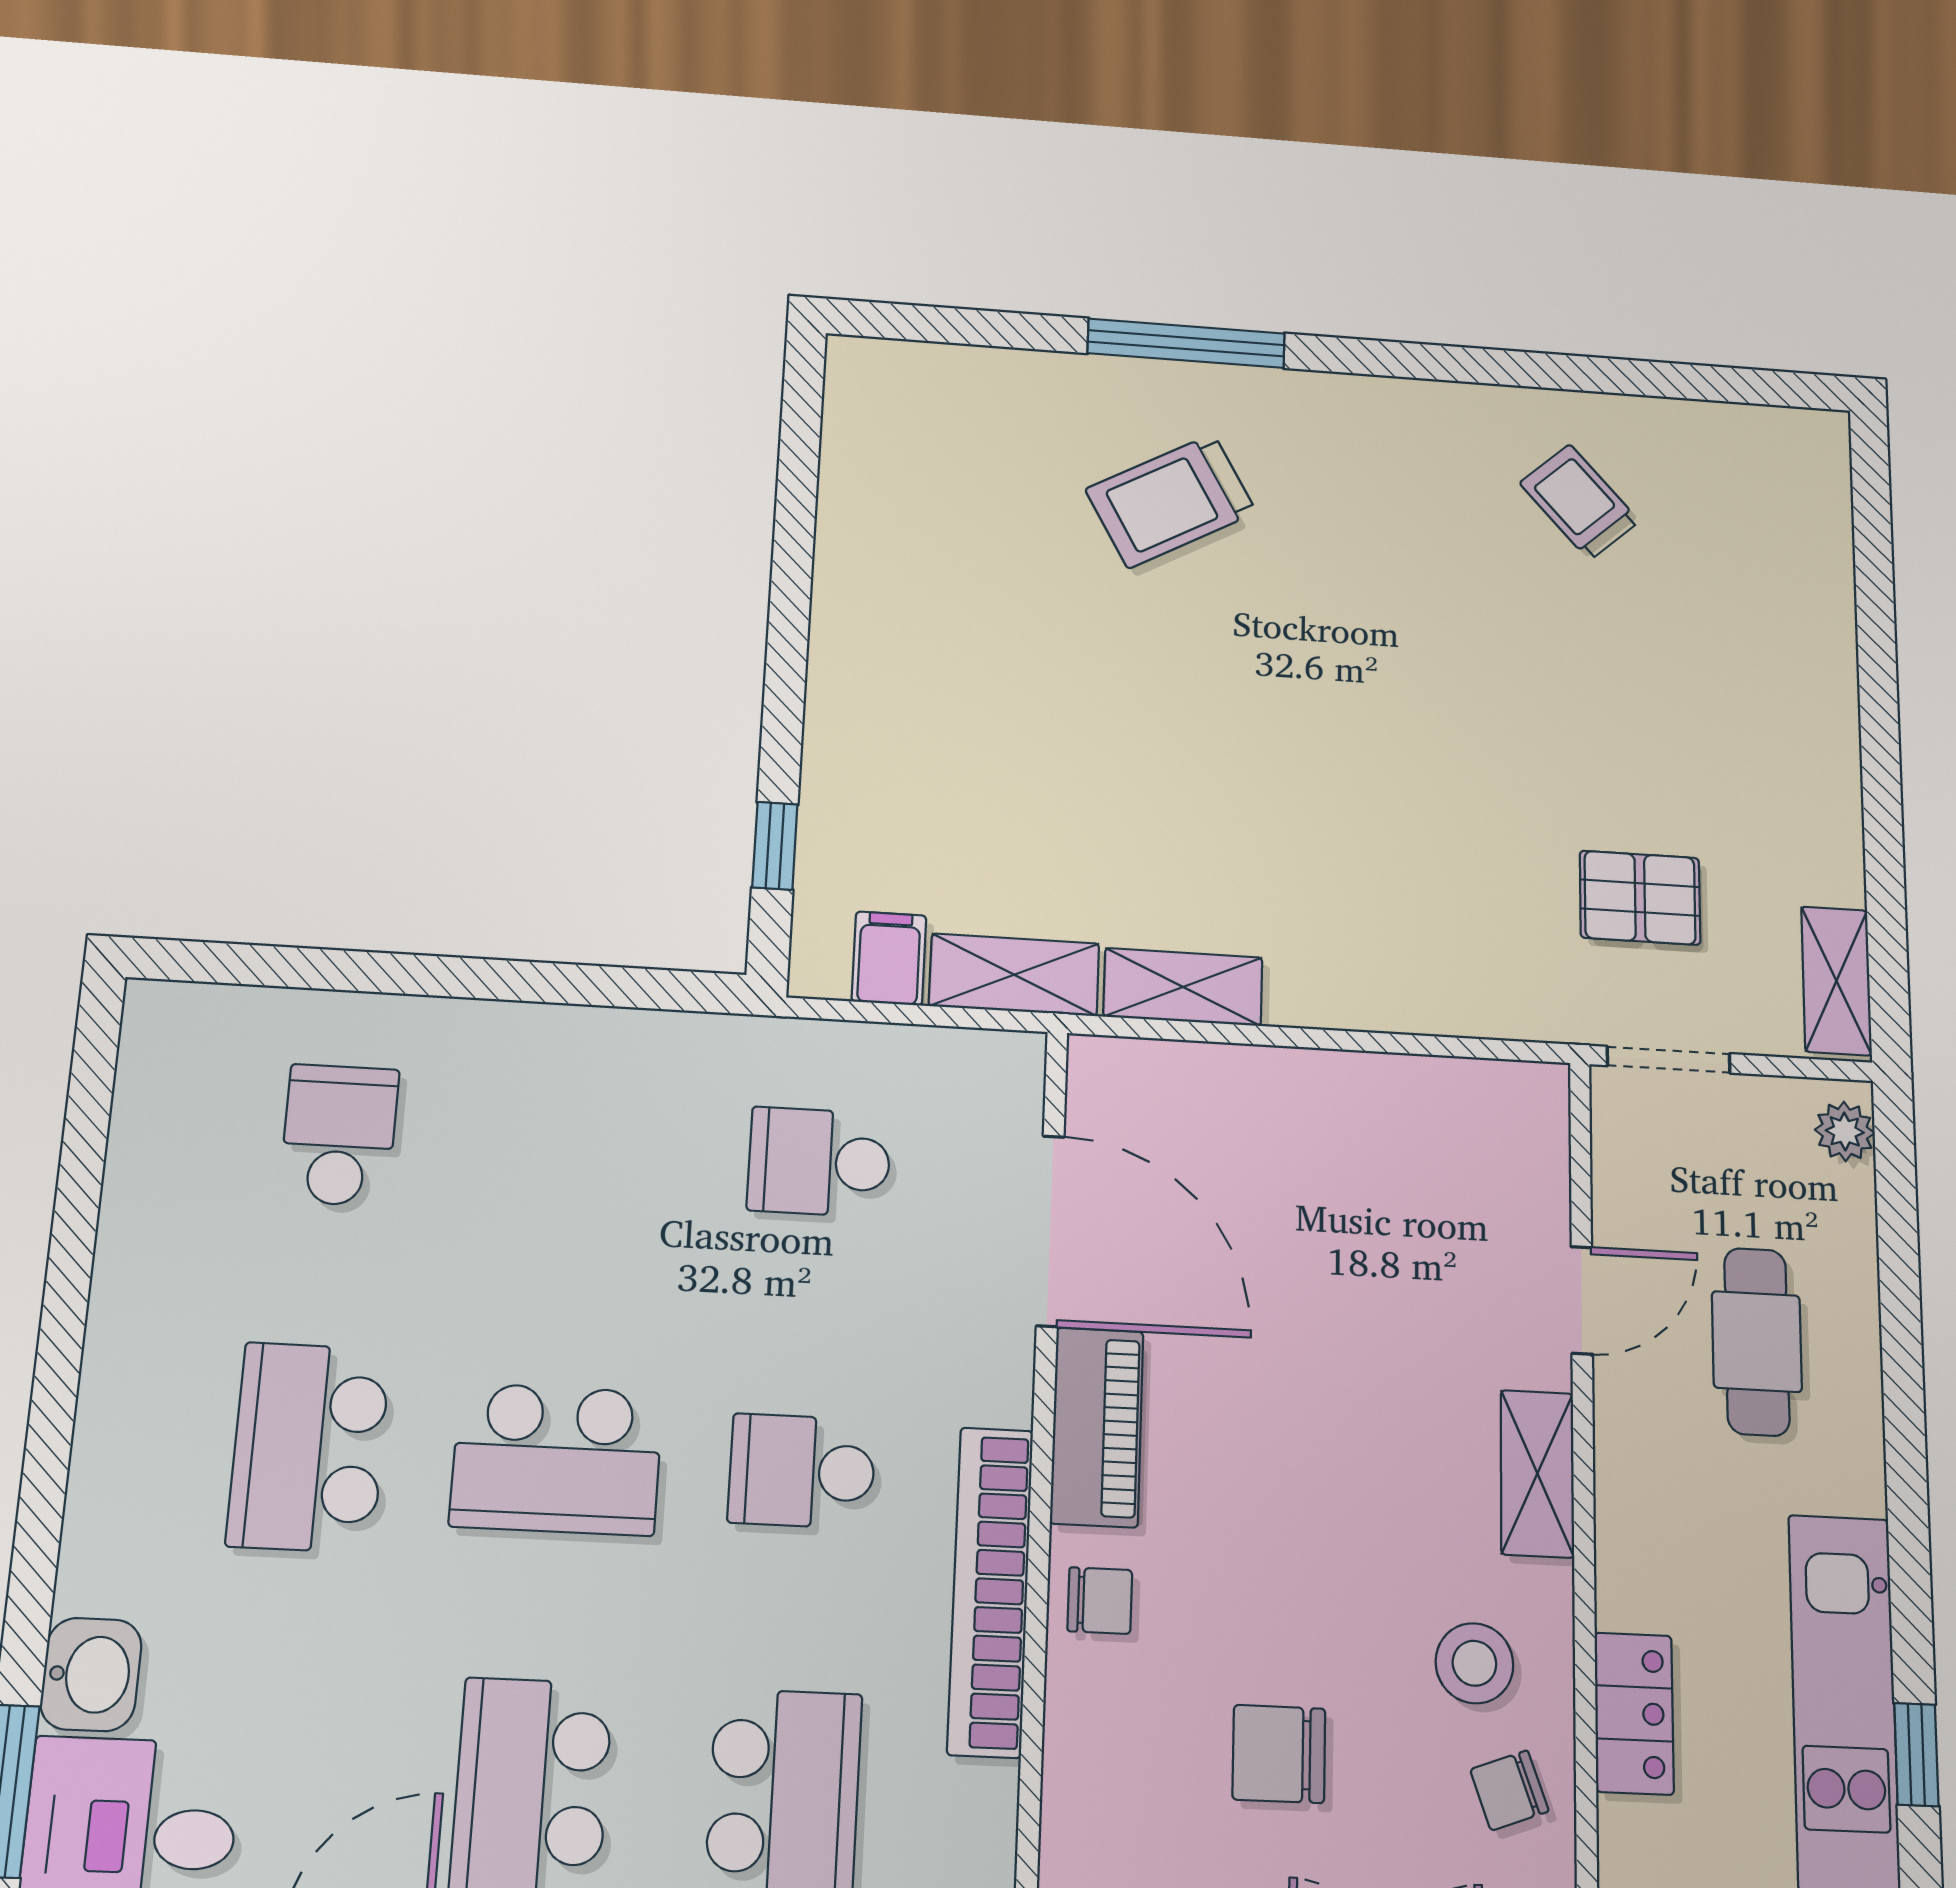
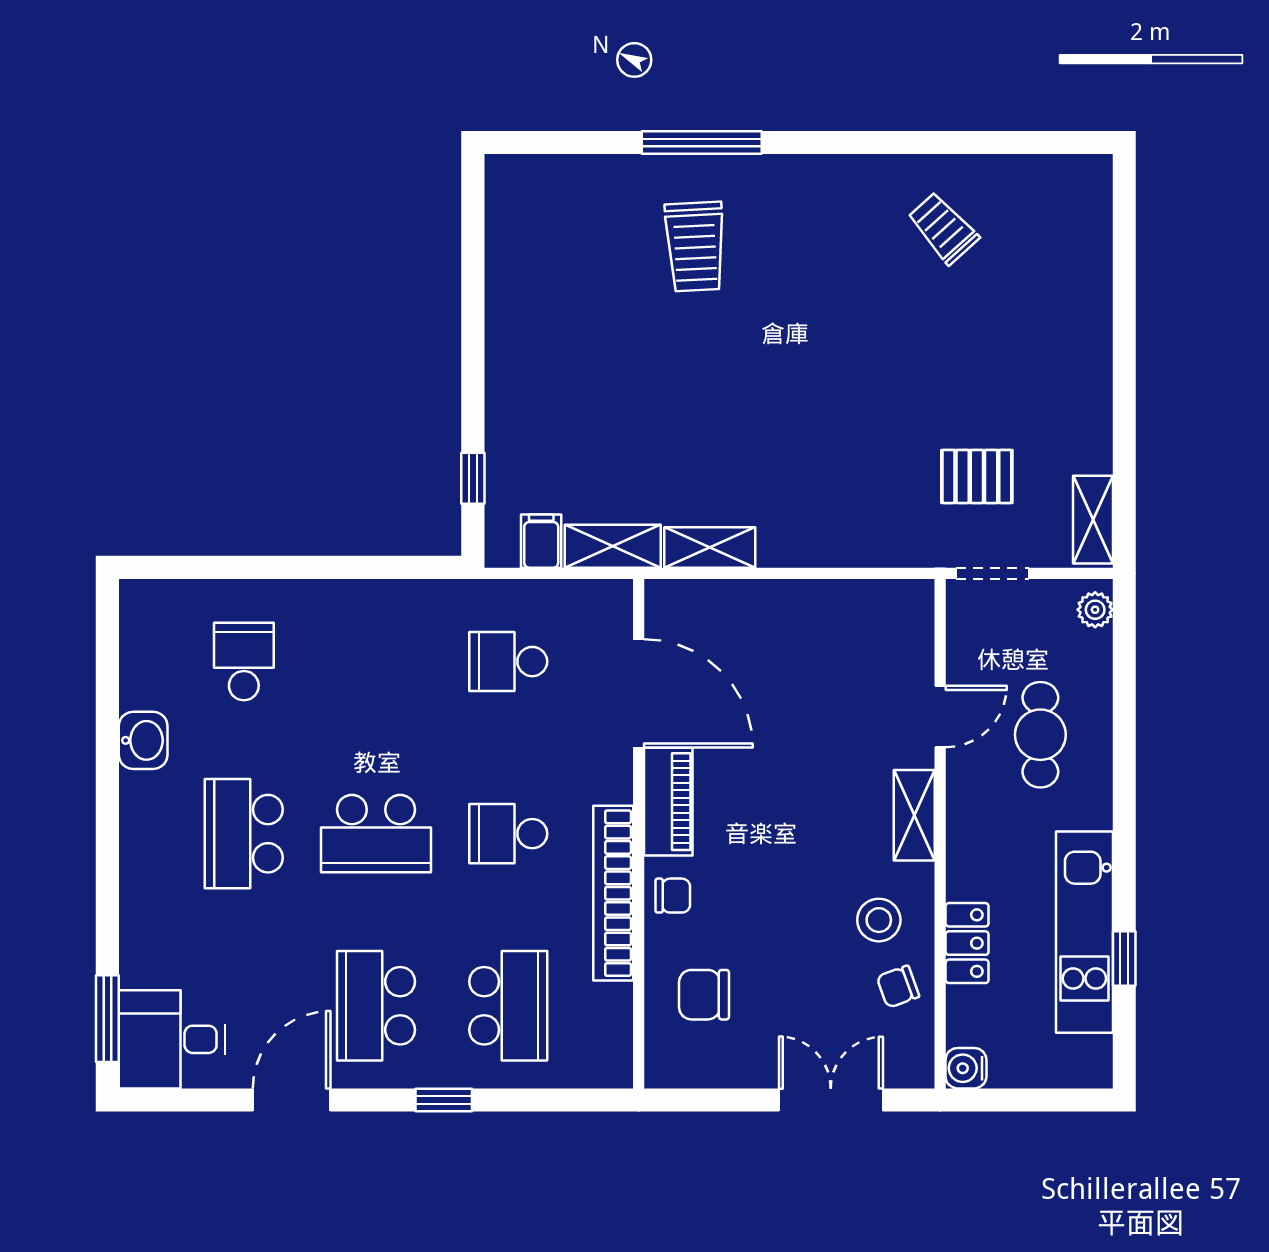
trolley: (1171, 501) -> (695, 247), turned -64
washbasin: (91, 1674) -> (143, 740), moved
chair: (1279, 1754) -> (704, 995), moved

